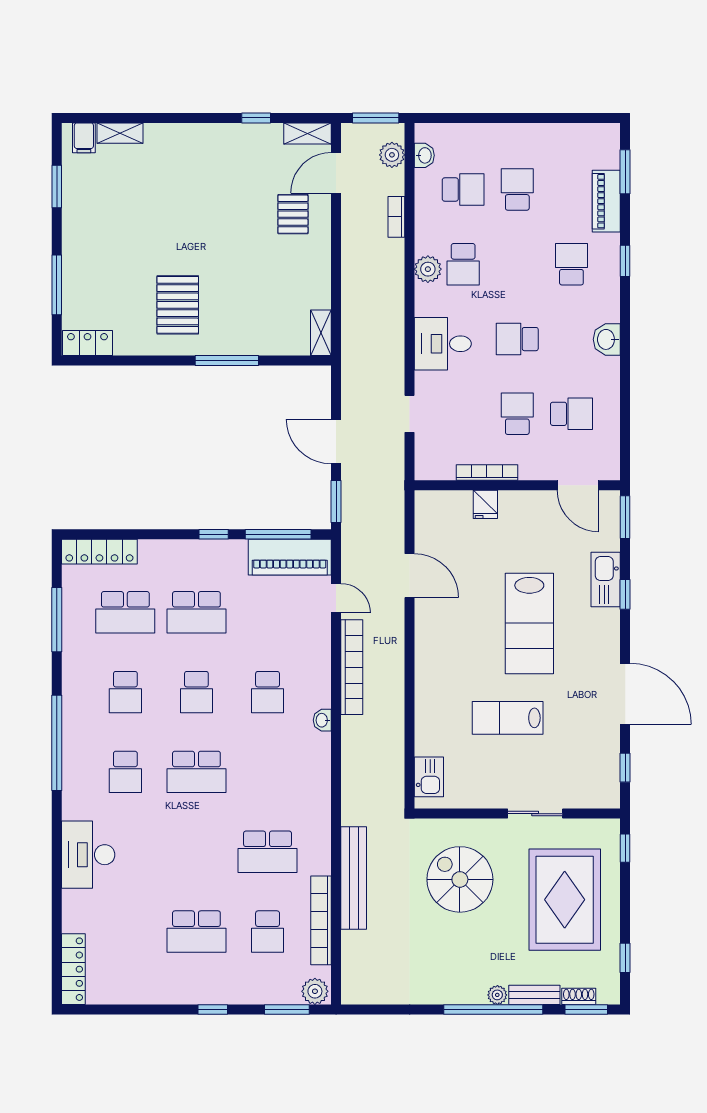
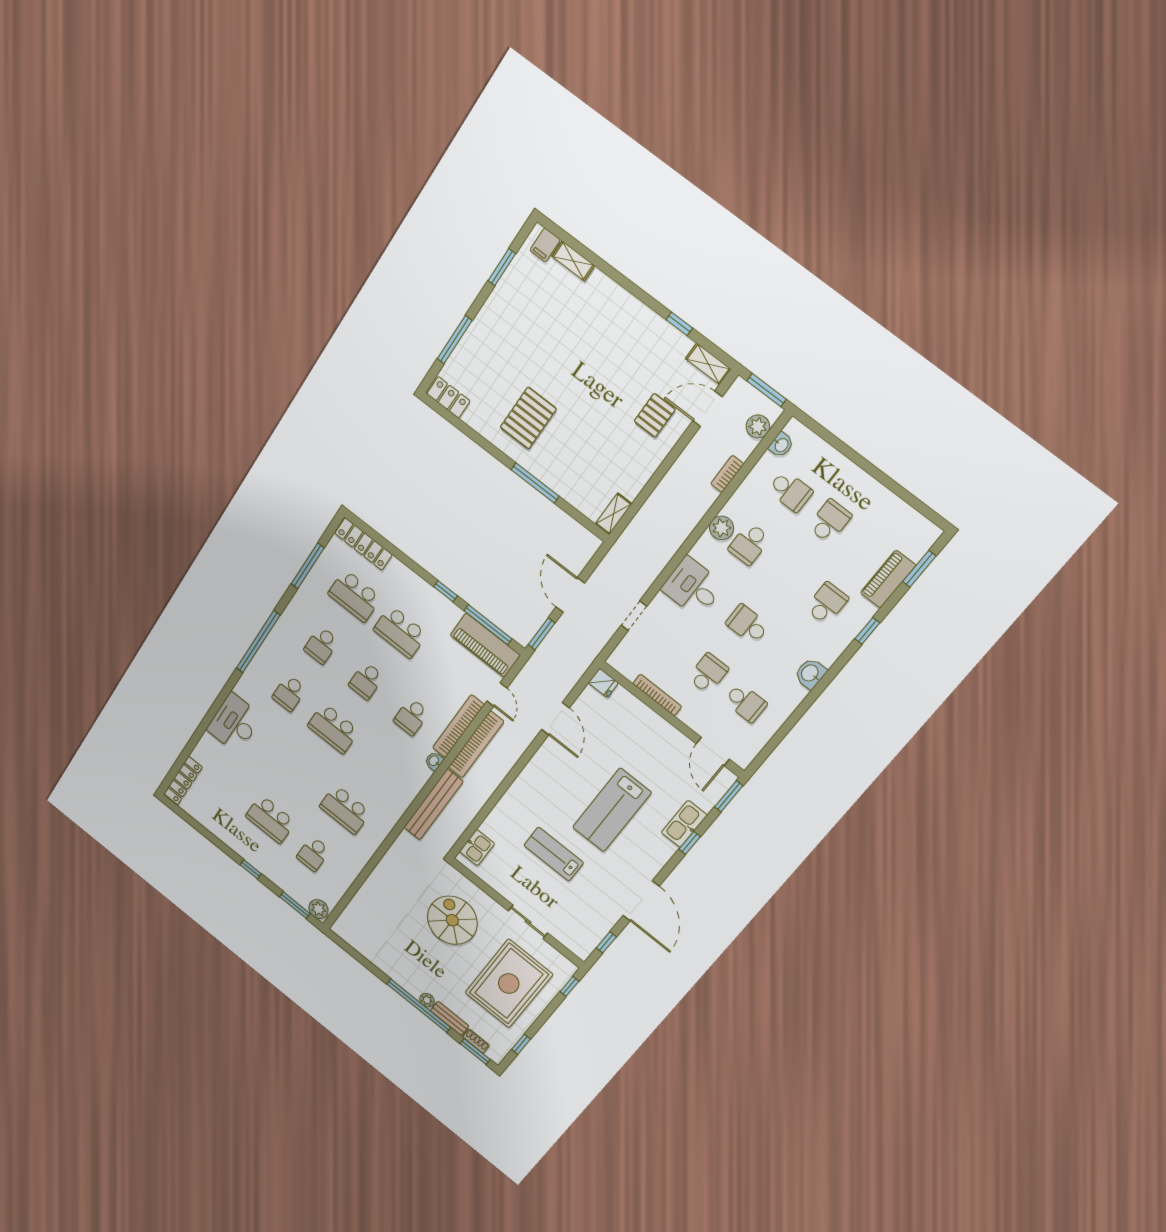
fridge: (485, 504) -> (603, 683), moved, turned -90
bench: (354, 878) -> (433, 805), moved
bookcase: (321, 920) -> (458, 726), moved

